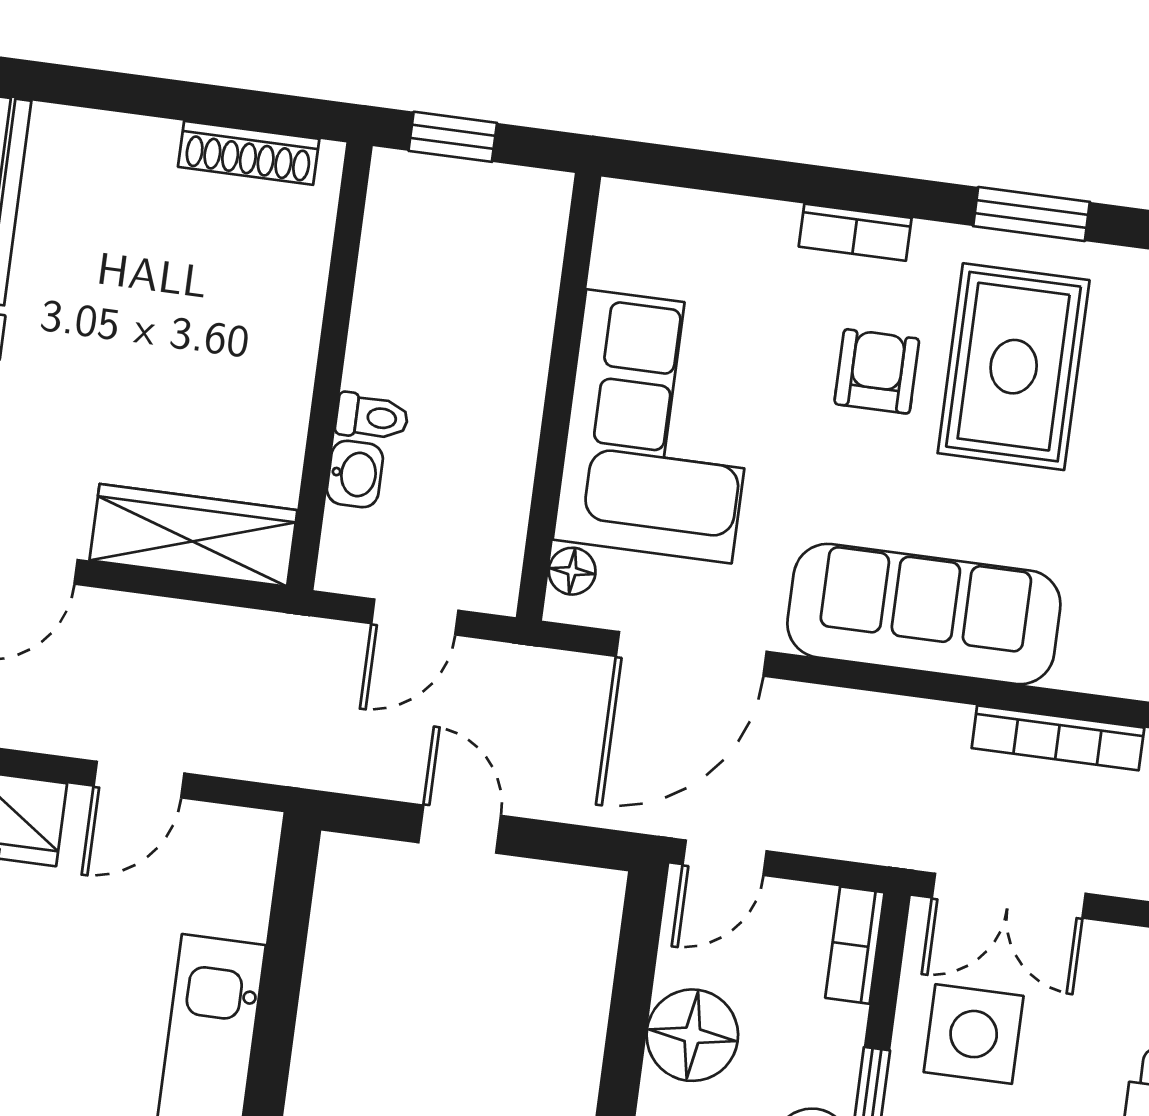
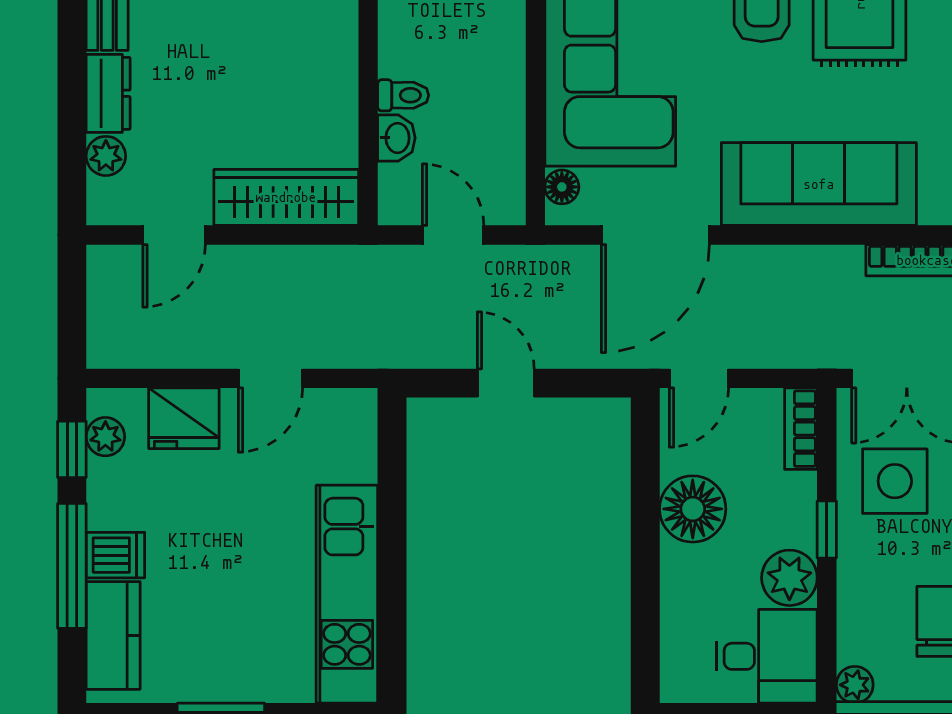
door: (415, 617) -> (453, 235), swing flipped

